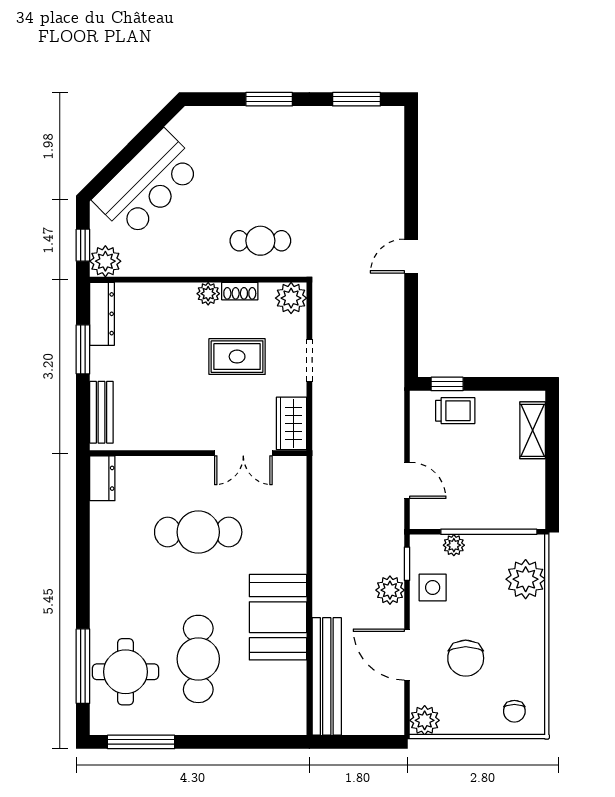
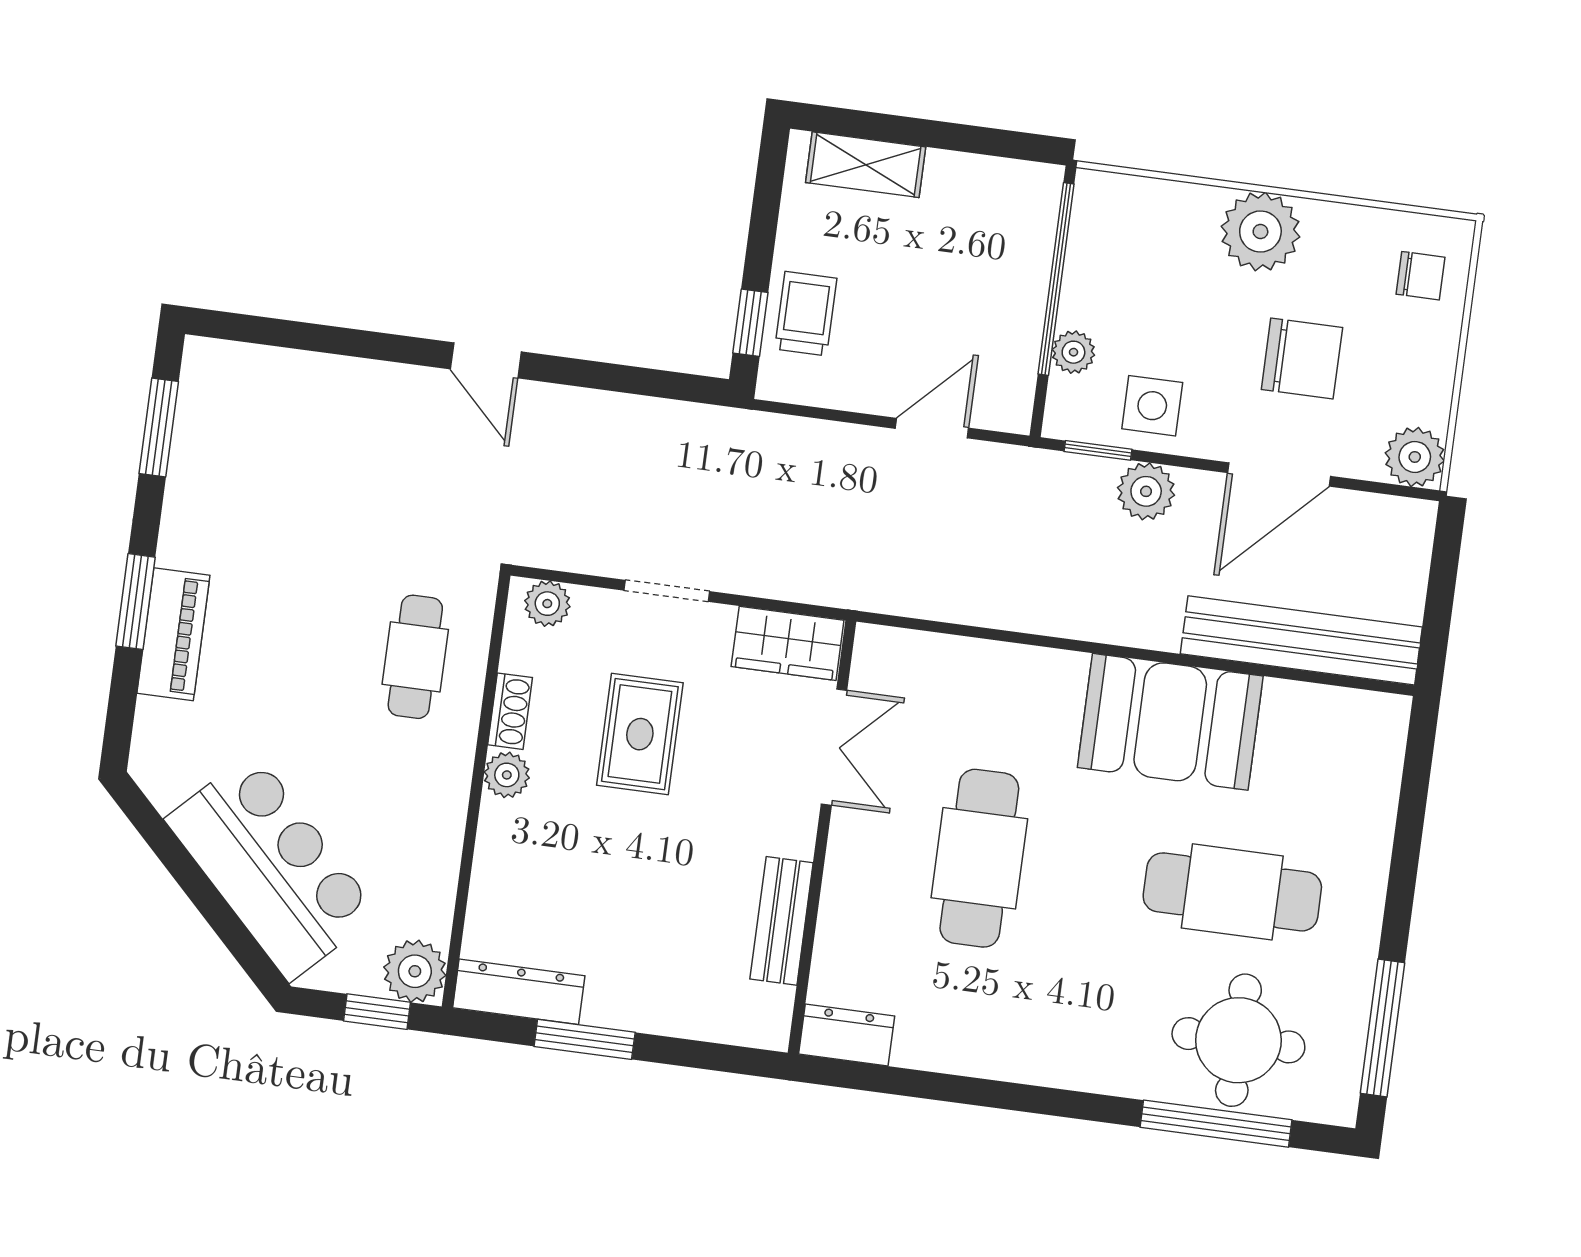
piano: (256, 120) -> (173, 634), added
plant: (291, 298) -> (547, 604), width x0.73, depth x0.73
bench: (101, 412) -> (782, 921), moved, turned 90
plant: (526, 579) -> (1260, 232), moved

